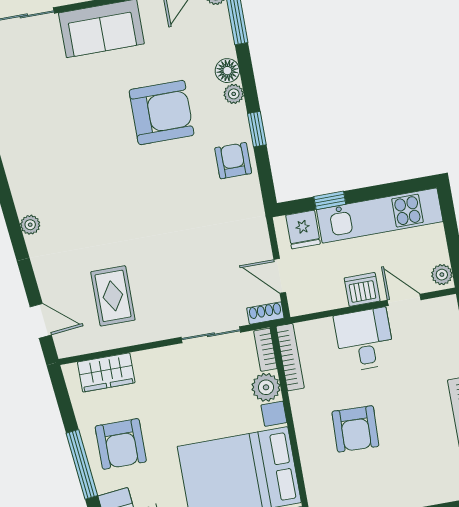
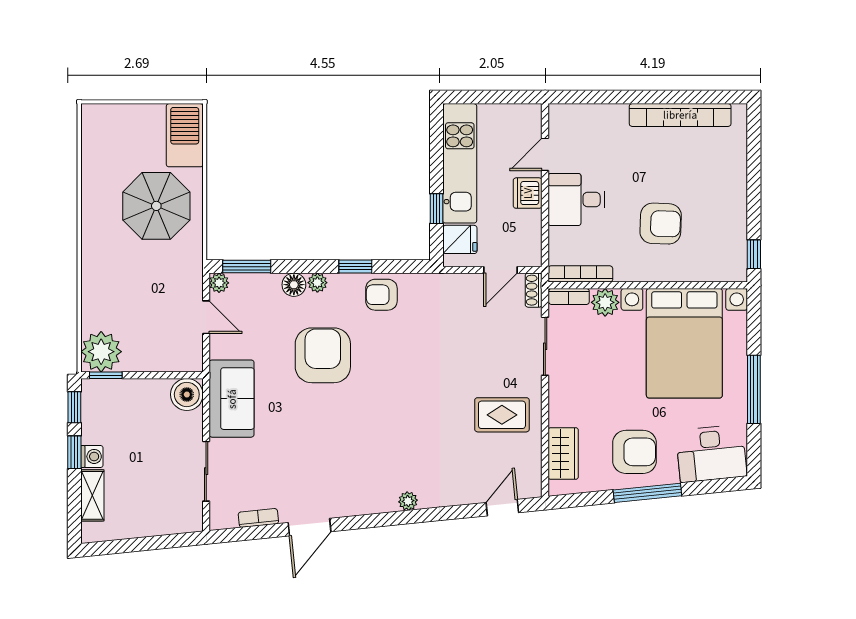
plant: (442, 275) -> (527, 114), removed
rug: (113, 296) -> (502, 415), moved

